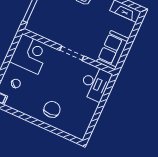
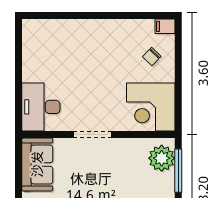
plant: (37, 20) -> (162, 158), added
chair: (52, 109) -> (85, 43), removed

